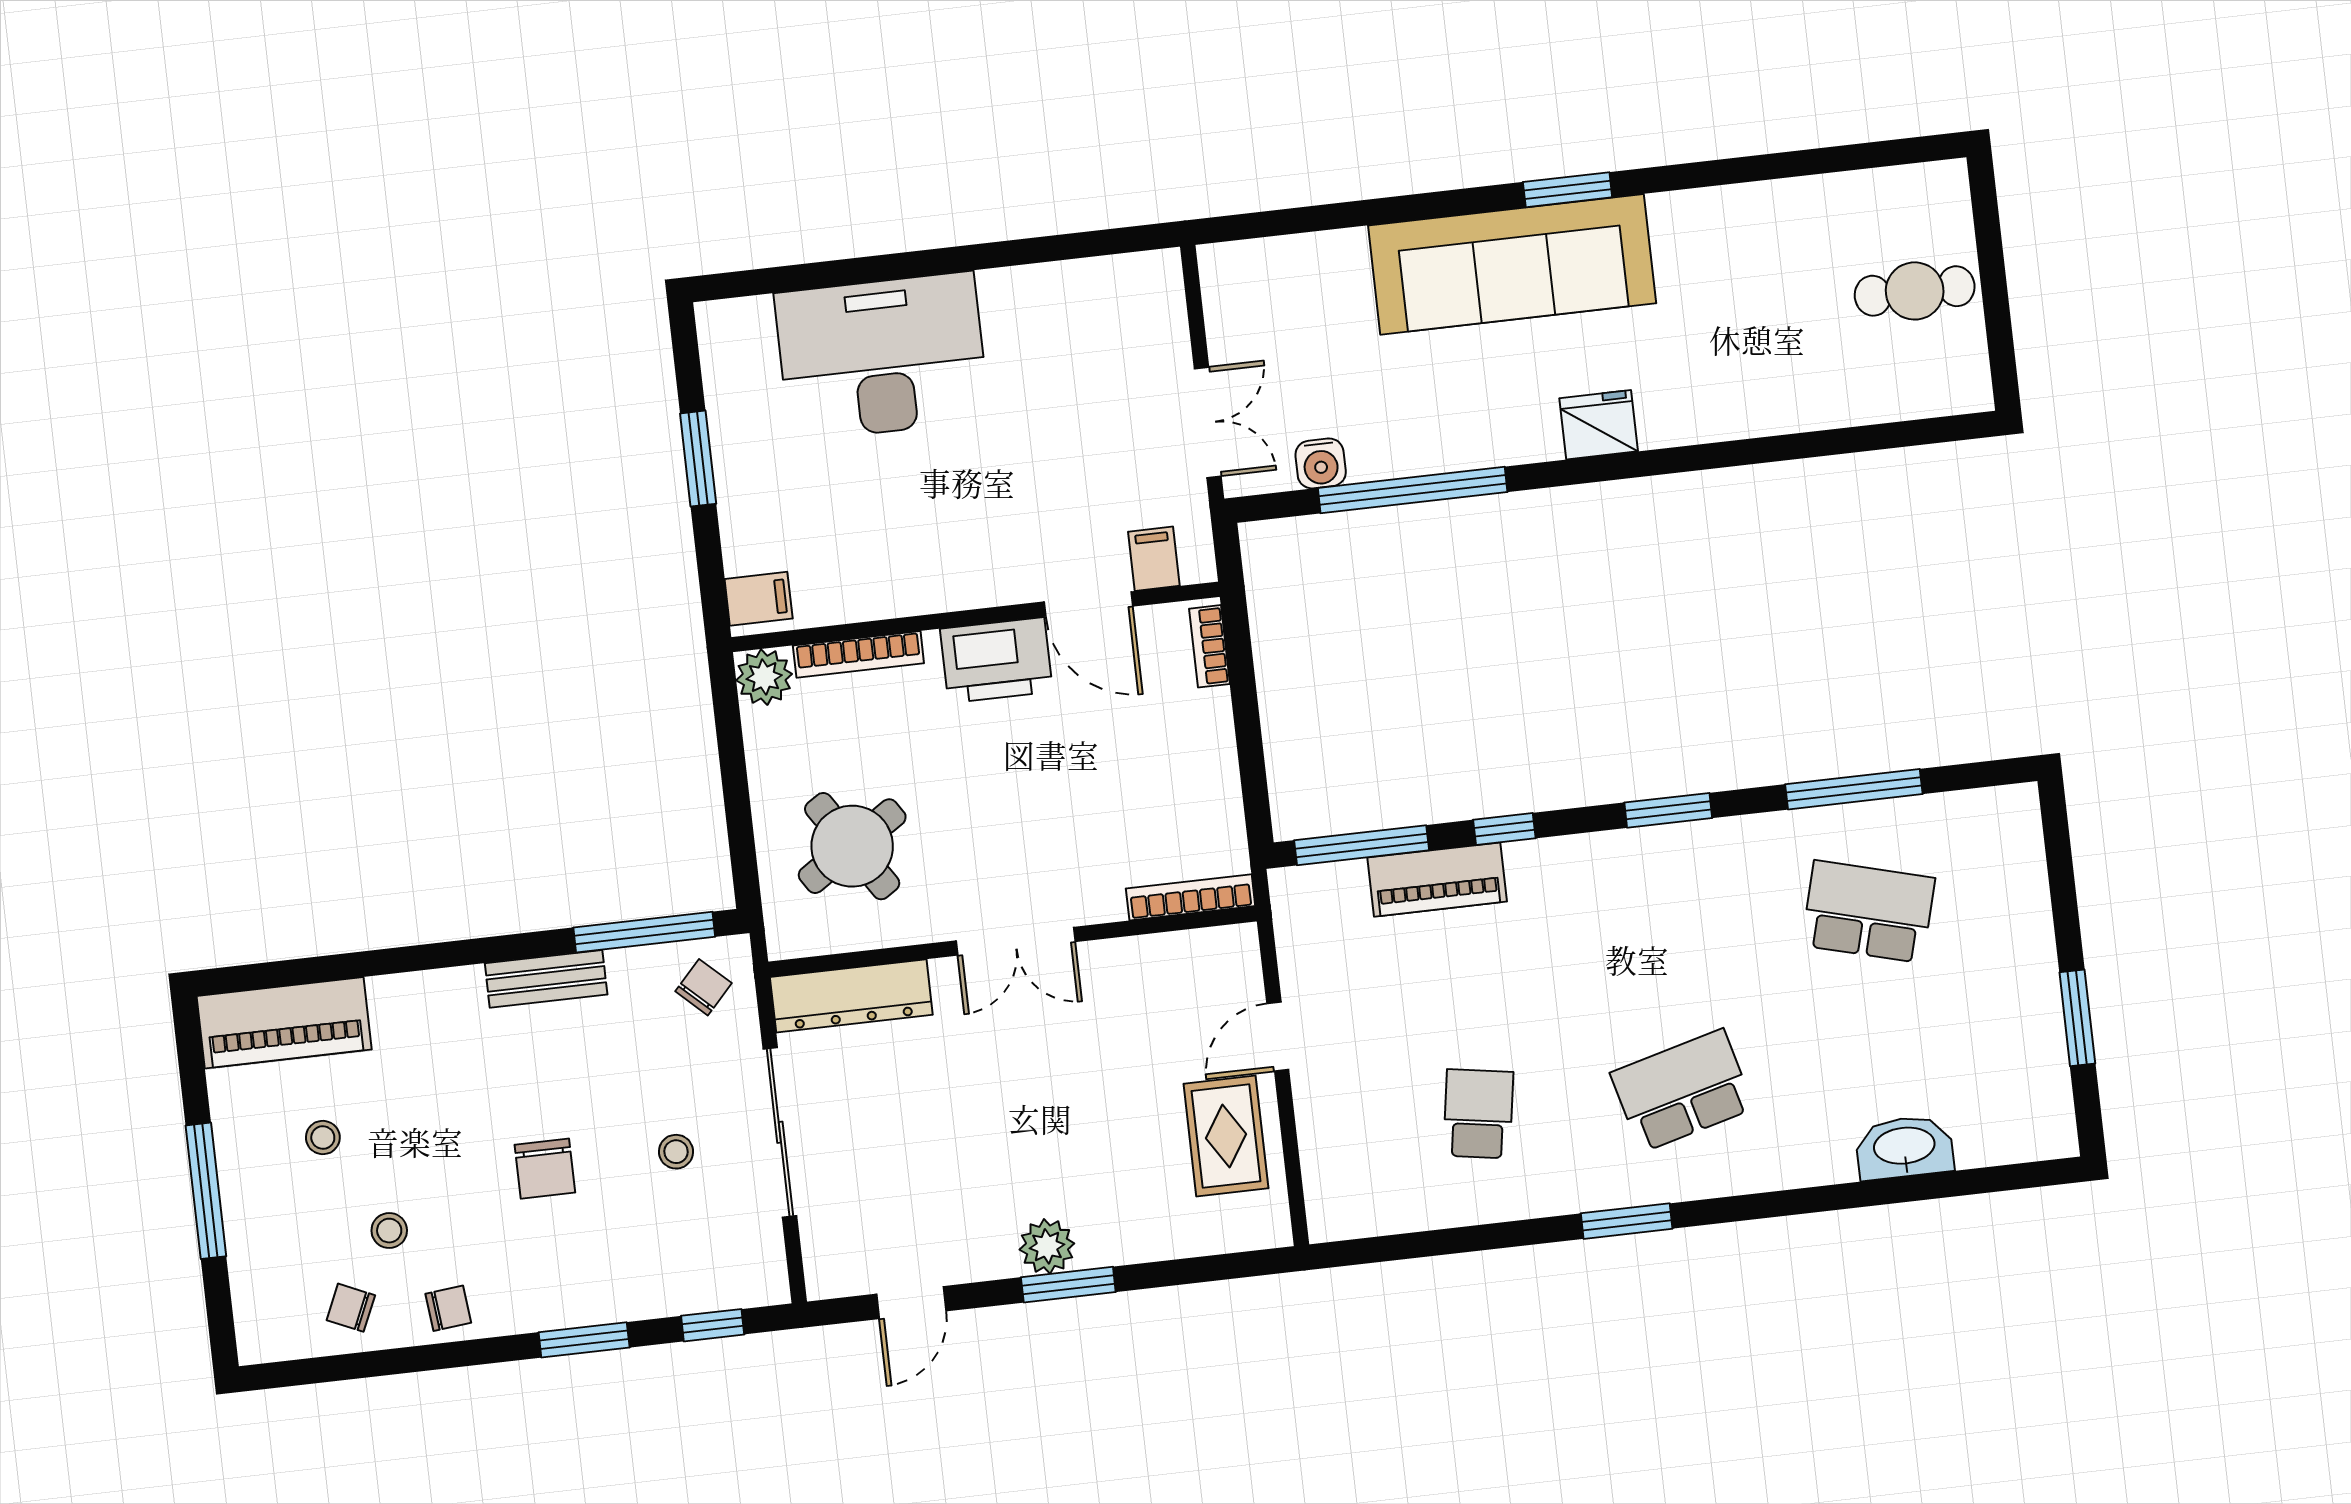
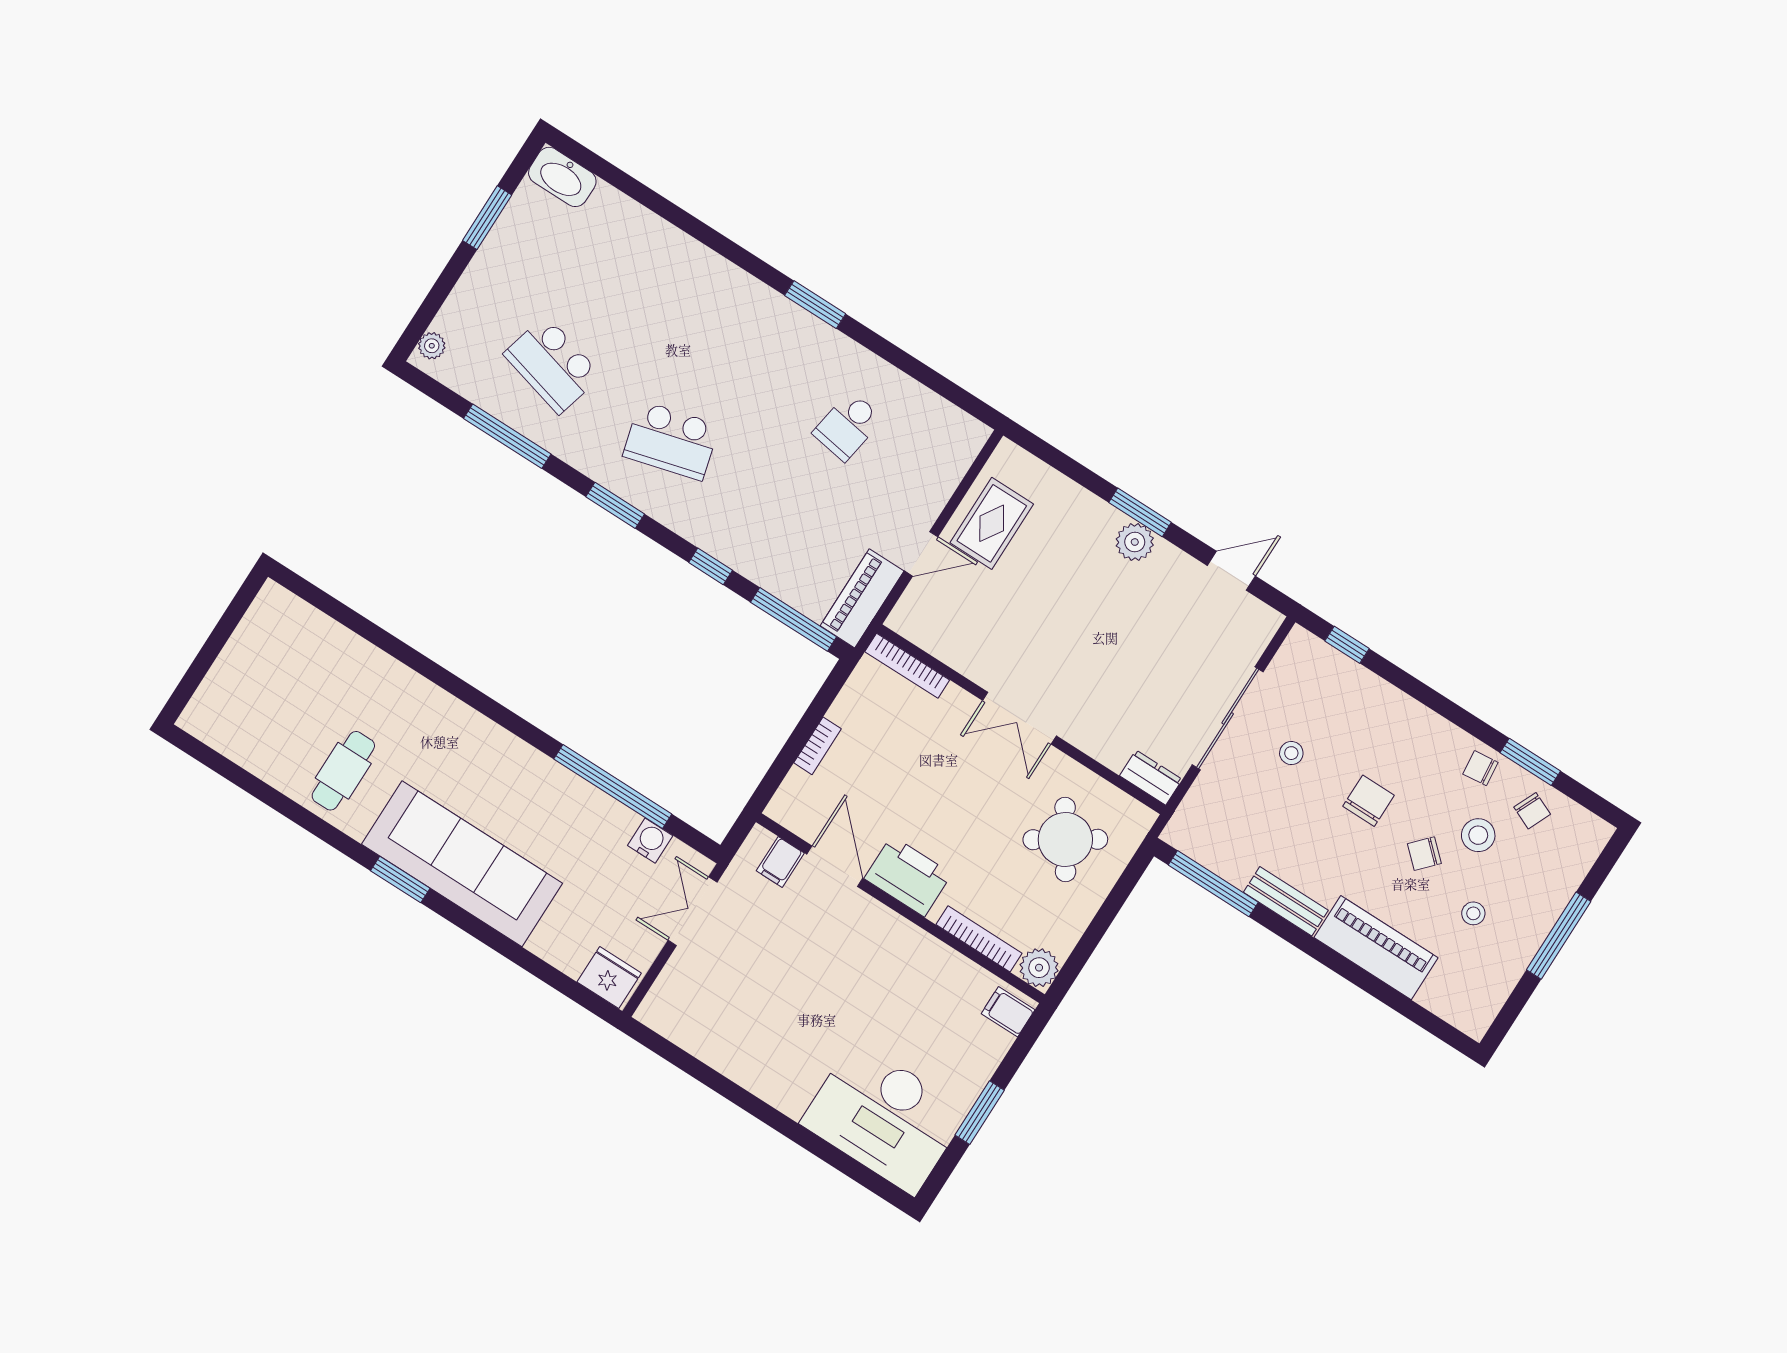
cafe table: (1915, 291) -> (343, 771), moved, turned 90
desk: (882, 357) -> (884, 1117), moved
fridge: (1599, 425) -> (609, 978), moved, turned 180
bookcase: (1210, 646) -> (818, 746), moved
plant: (2022, 822) -> (432, 346), added
piano: (1437, 880) -> (862, 598), moved, turned -90
double door: (1016, 941) -> (1019, 718), swing flipped
chair: (703, 987) -> (1424, 854), moved
dresser: (851, 996) -> (1151, 778), width x0.51, depth x0.80
piano: (284, 1023) -> (1376, 948), moved
school desk: (1682, 1091) -> (671, 441), moved
washbasin: (1904, 1147) -> (562, 177), moved
stool: (389, 1231) -> (1478, 835), width x1.37, depth x1.37
window: (584, 1340) -> (1530, 762), moved

